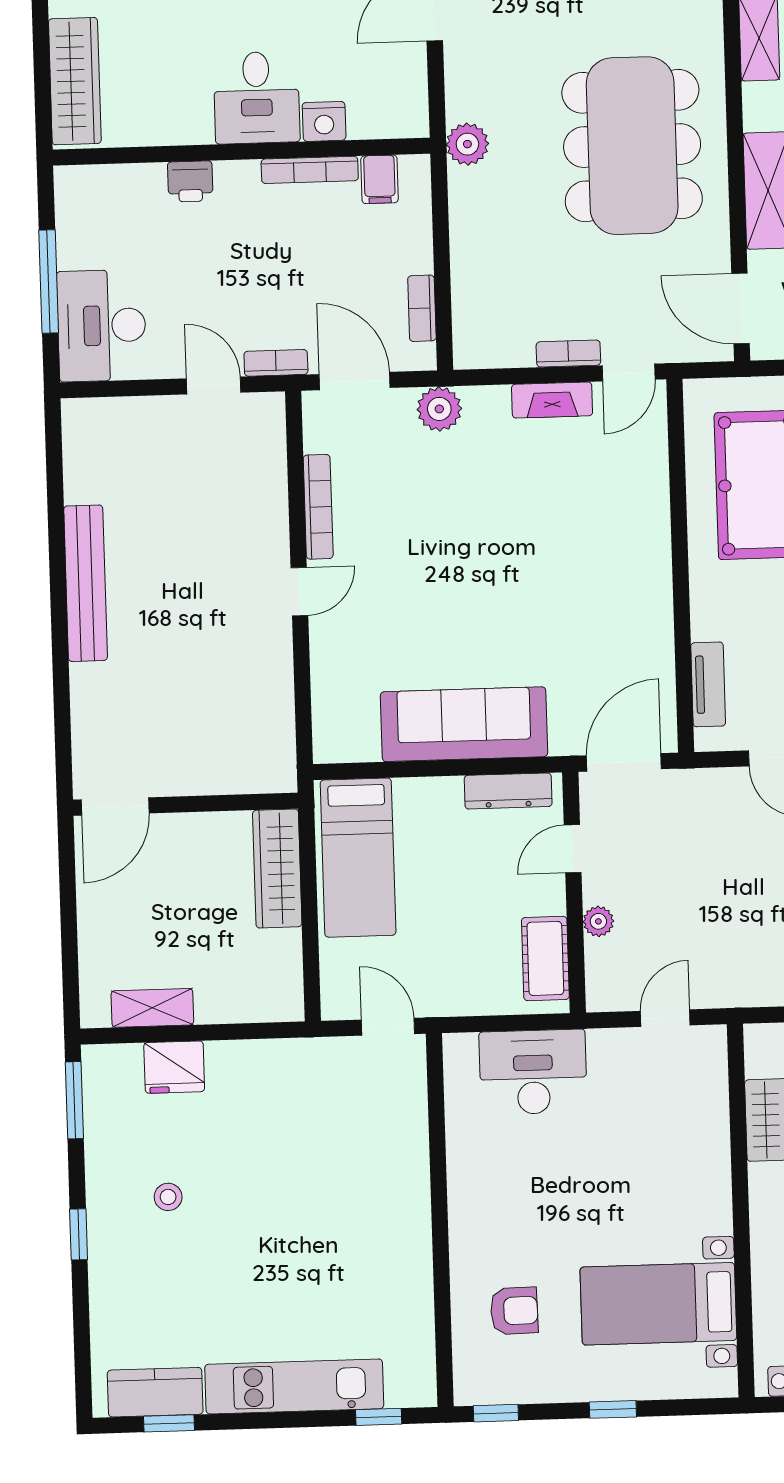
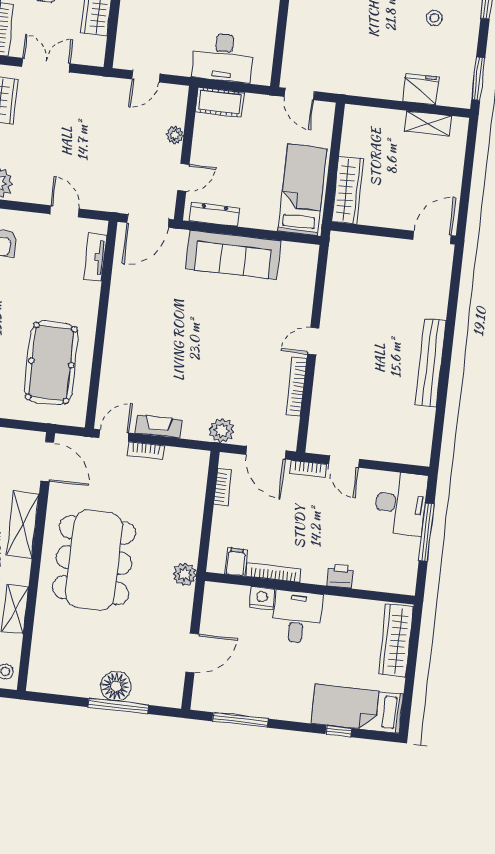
cot: (545, 958) -> (220, 102), moved, turned 90

